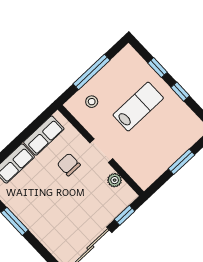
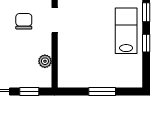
lab bench: (138, 107) -> (126, 31), moved, turned -90
doorway: (101, 151) -> (55, 20), moved

